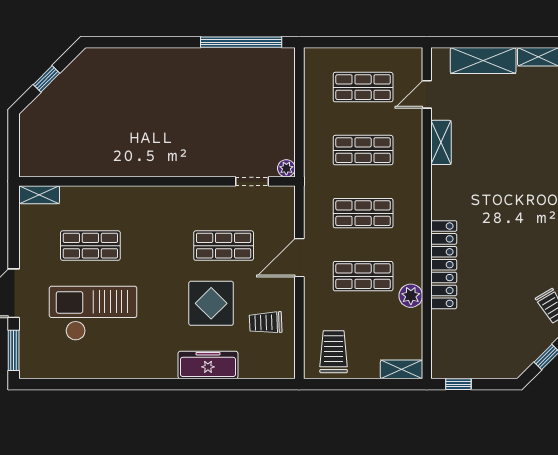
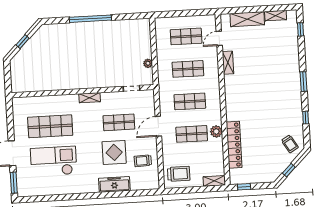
window: (241, 42) -> (90, 19), moved
plant: (286, 168) -> (148, 63), moved
shelving: (39, 195) -> (90, 98), moved
shop shelf: (90, 246) -> (50, 126), width x1.43, depth x1.36
locker: (444, 265) -> (234, 145), moved
plant: (411, 296) -> (216, 131), moved
trolley: (334, 352) -> (179, 174), turned 90

